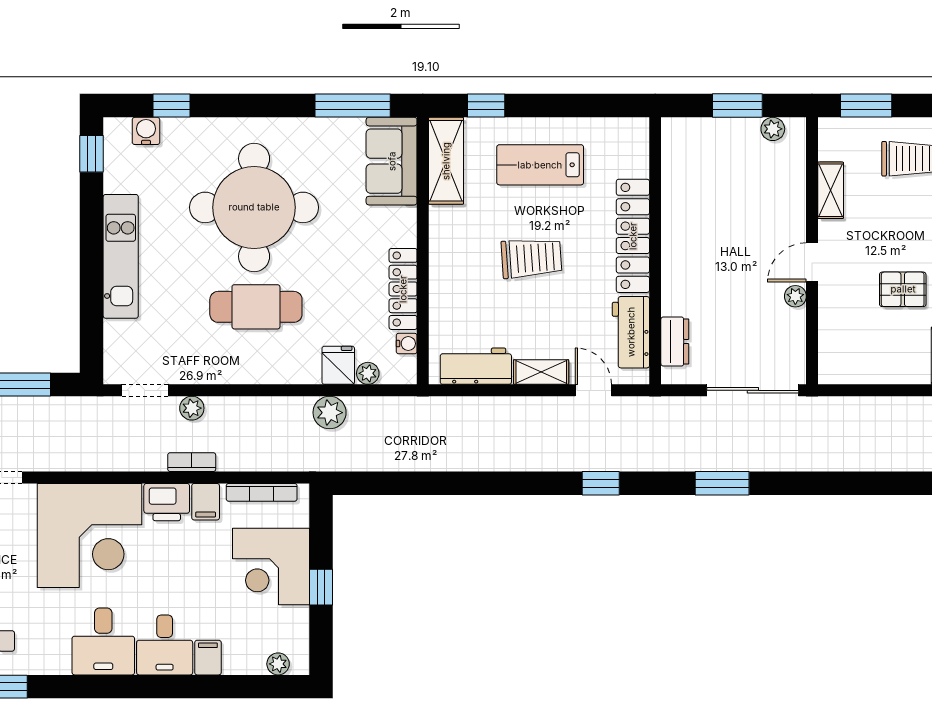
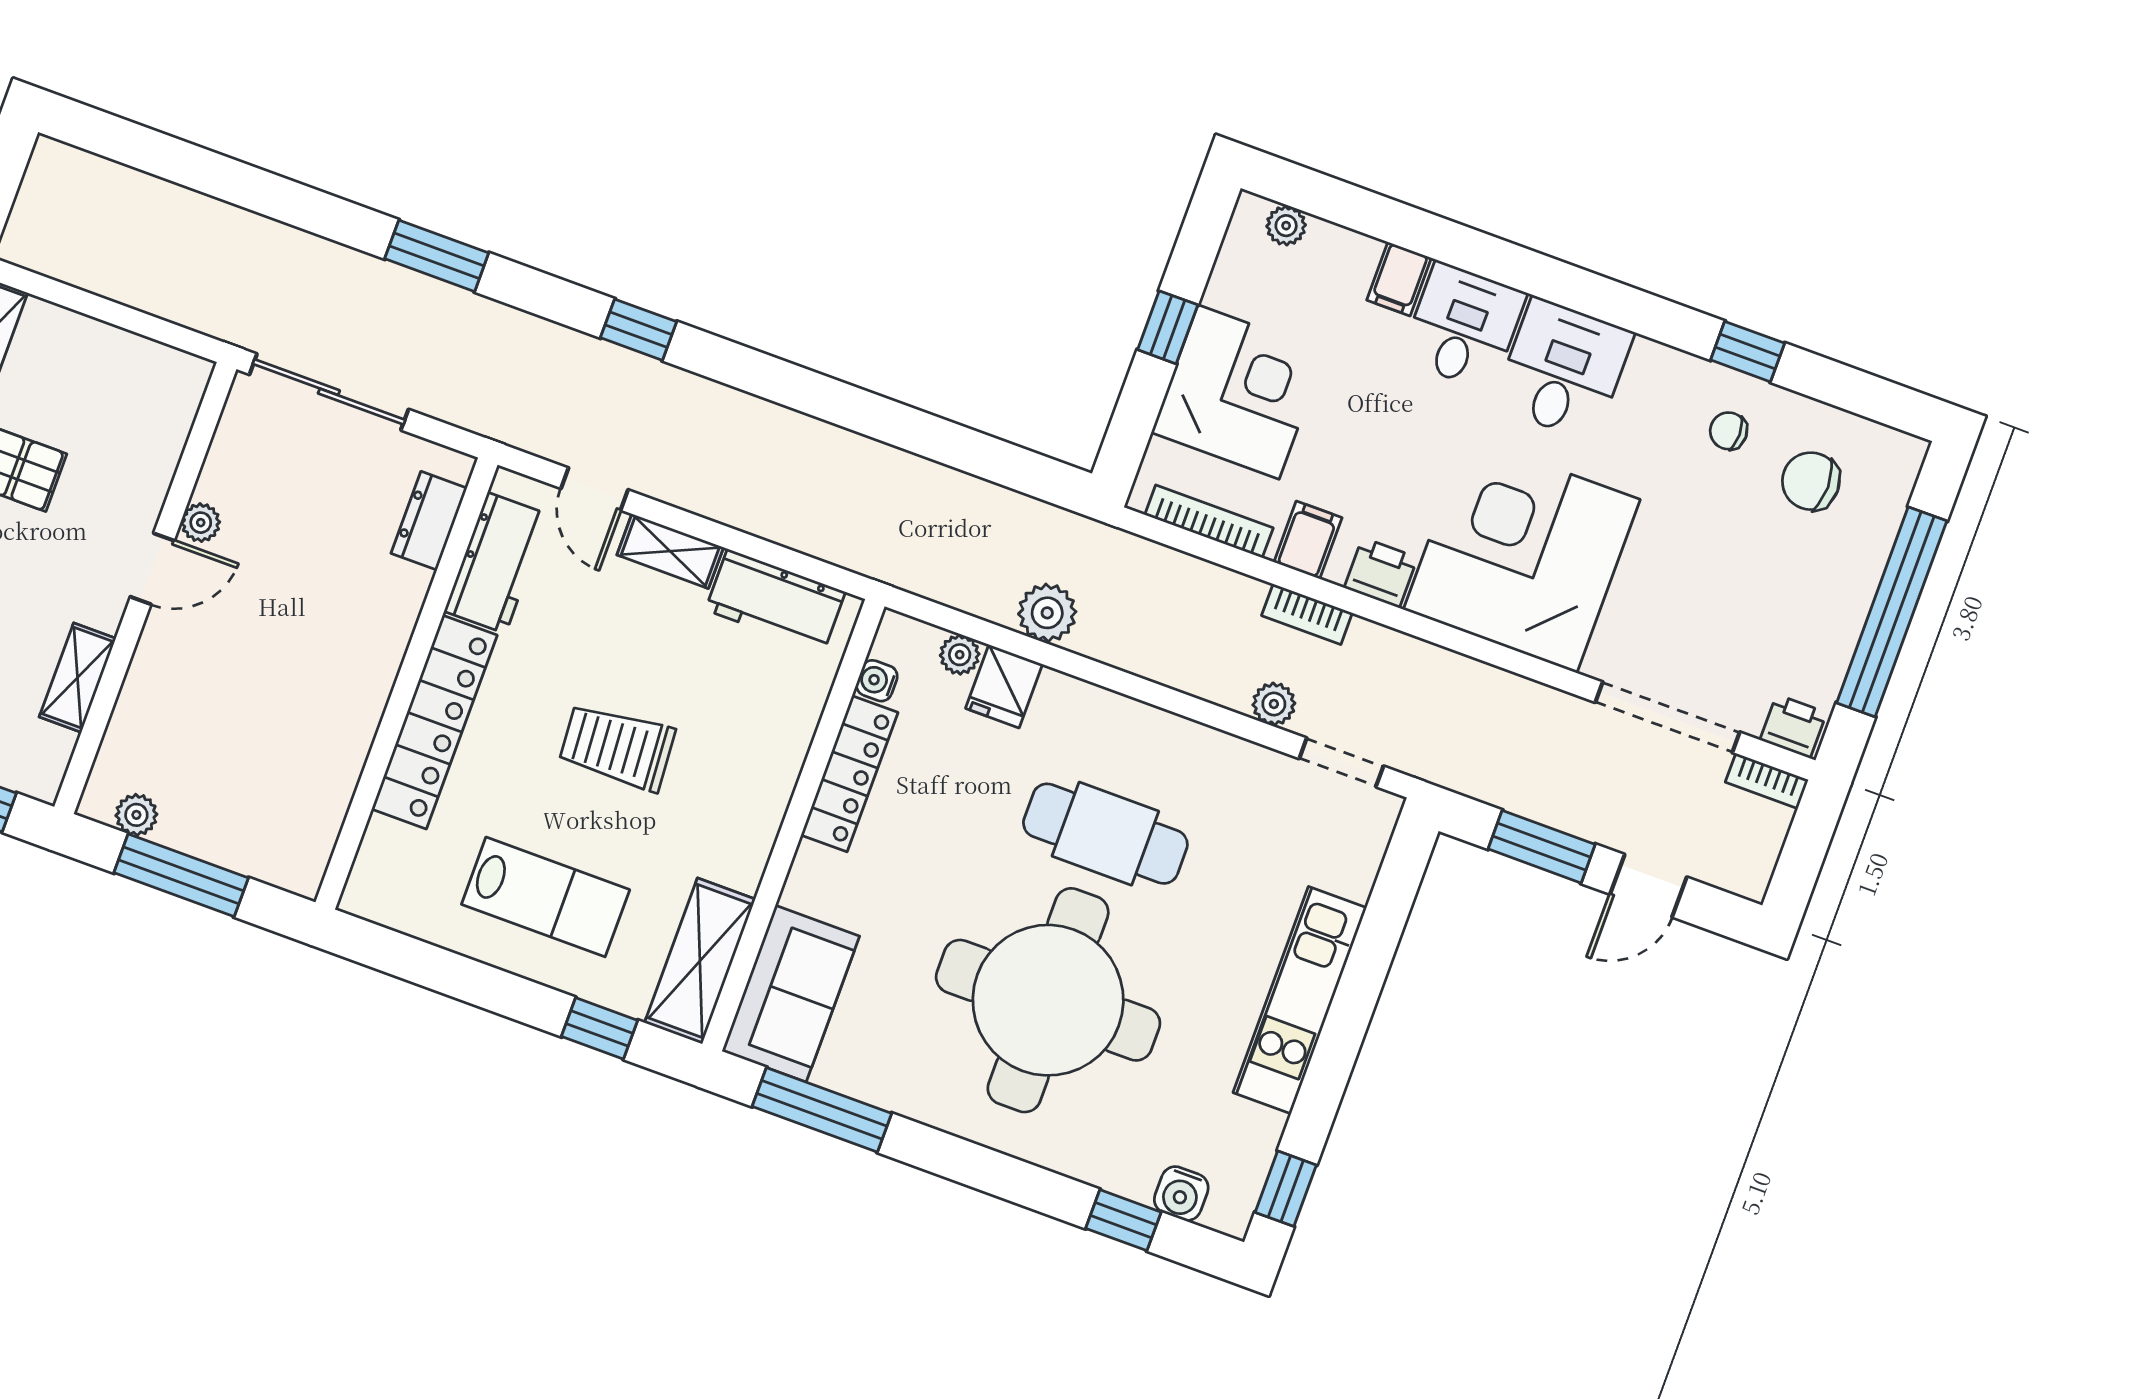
window: (737, 106) -> (181, 875), width x1.44
printer: (167, 502) -> (1381, 573), width x0.73, depth x0.81

